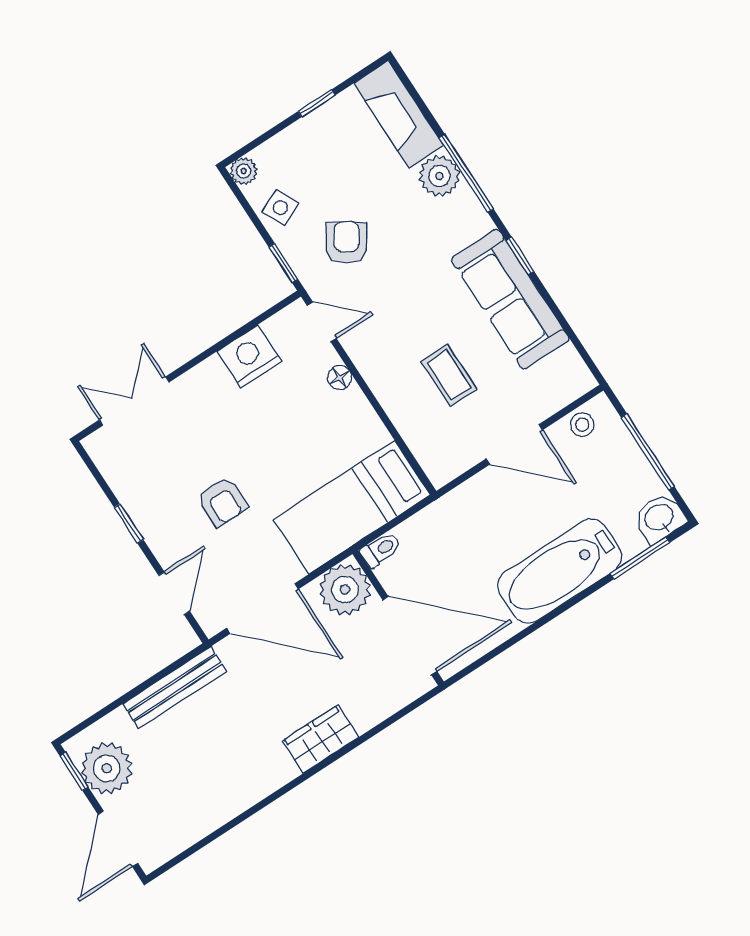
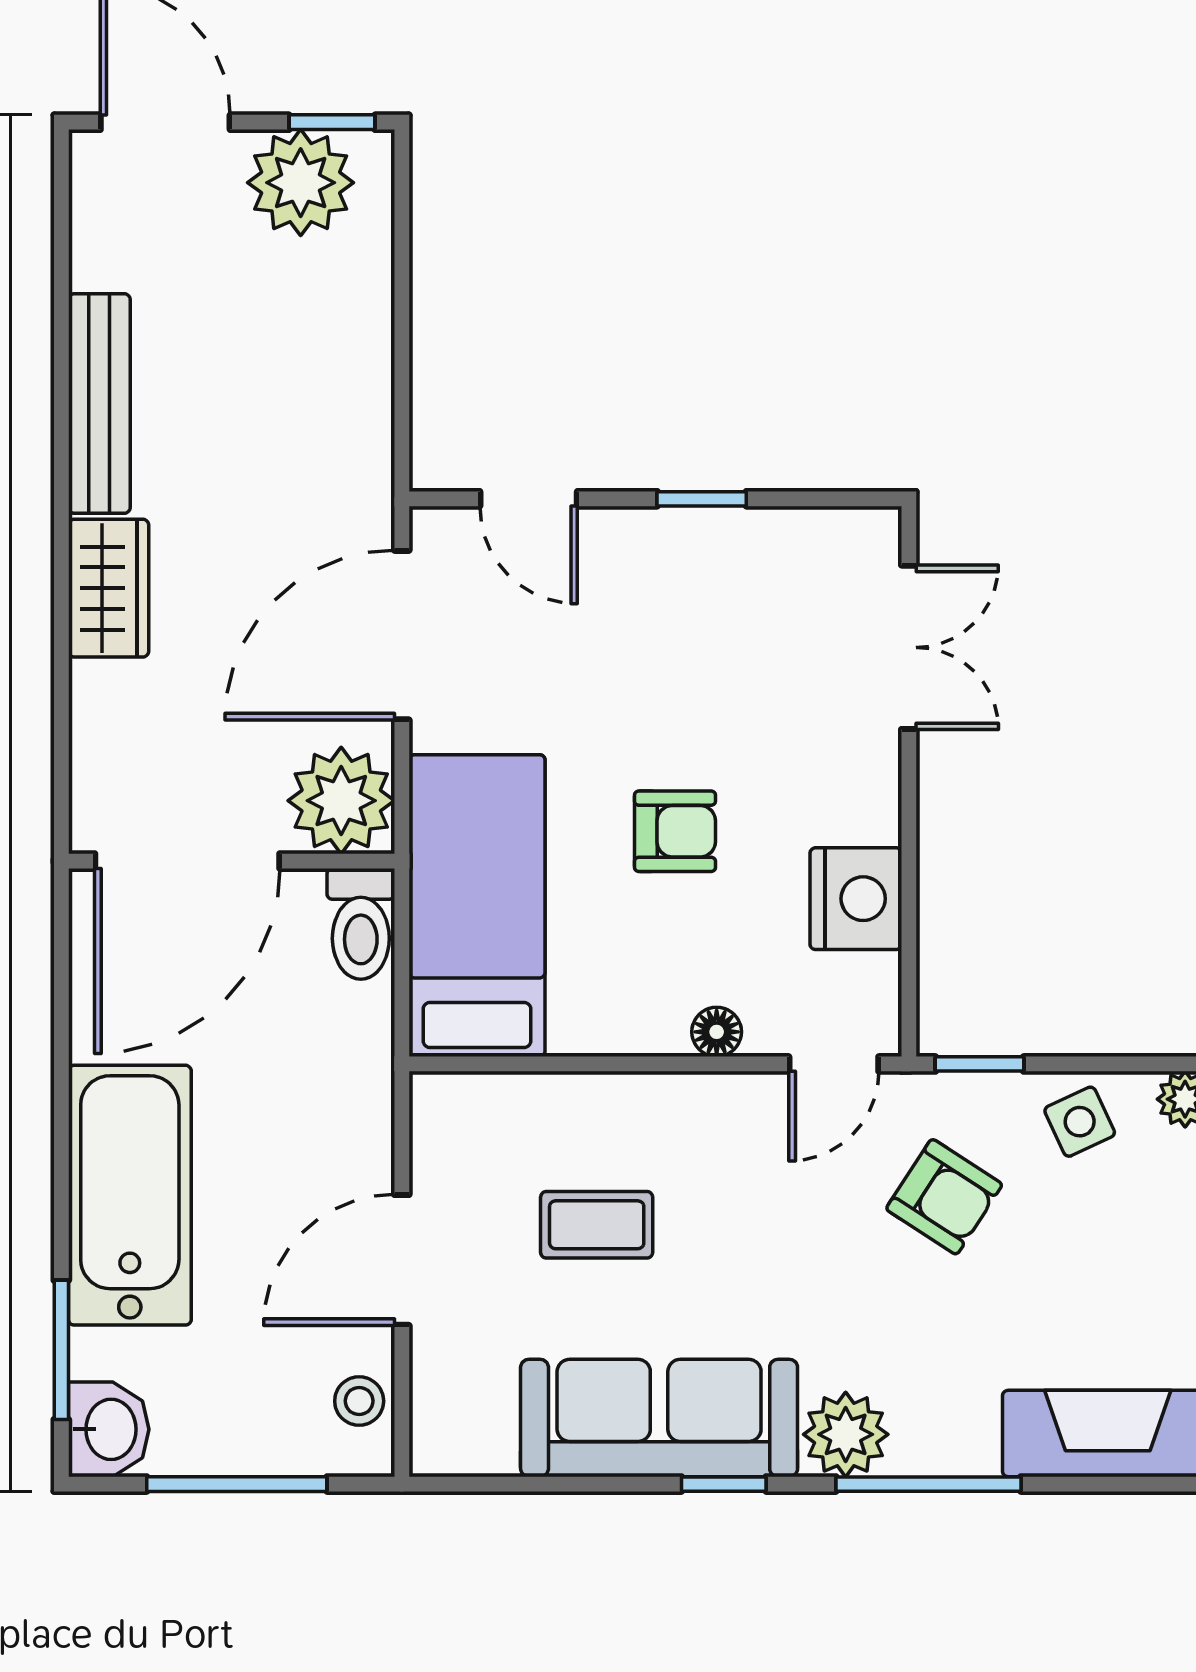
plant: (439, 176) -> (846, 1434), moved
armchair: (222, 502) -> (675, 831), moved, turned 180
toilet: (381, 550) -> (361, 924), width x1.37, depth x1.39
bench: (175, 688) -> (99, 404), moved

